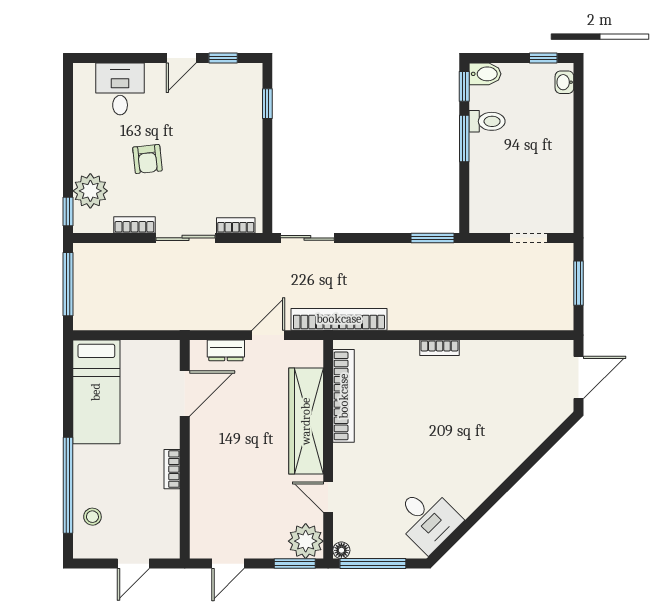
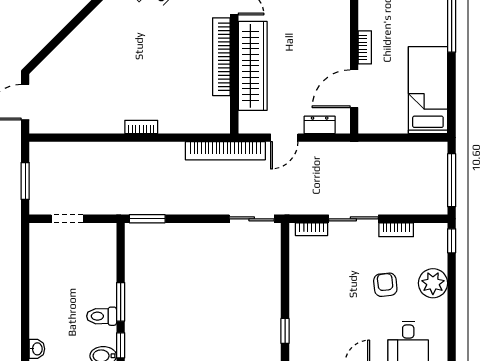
plant: (90, 191) -> (433, 283), moved
bookcase: (344, 396) -> (221, 57), moved
bookcase: (172, 469) -> (365, 47), moved

